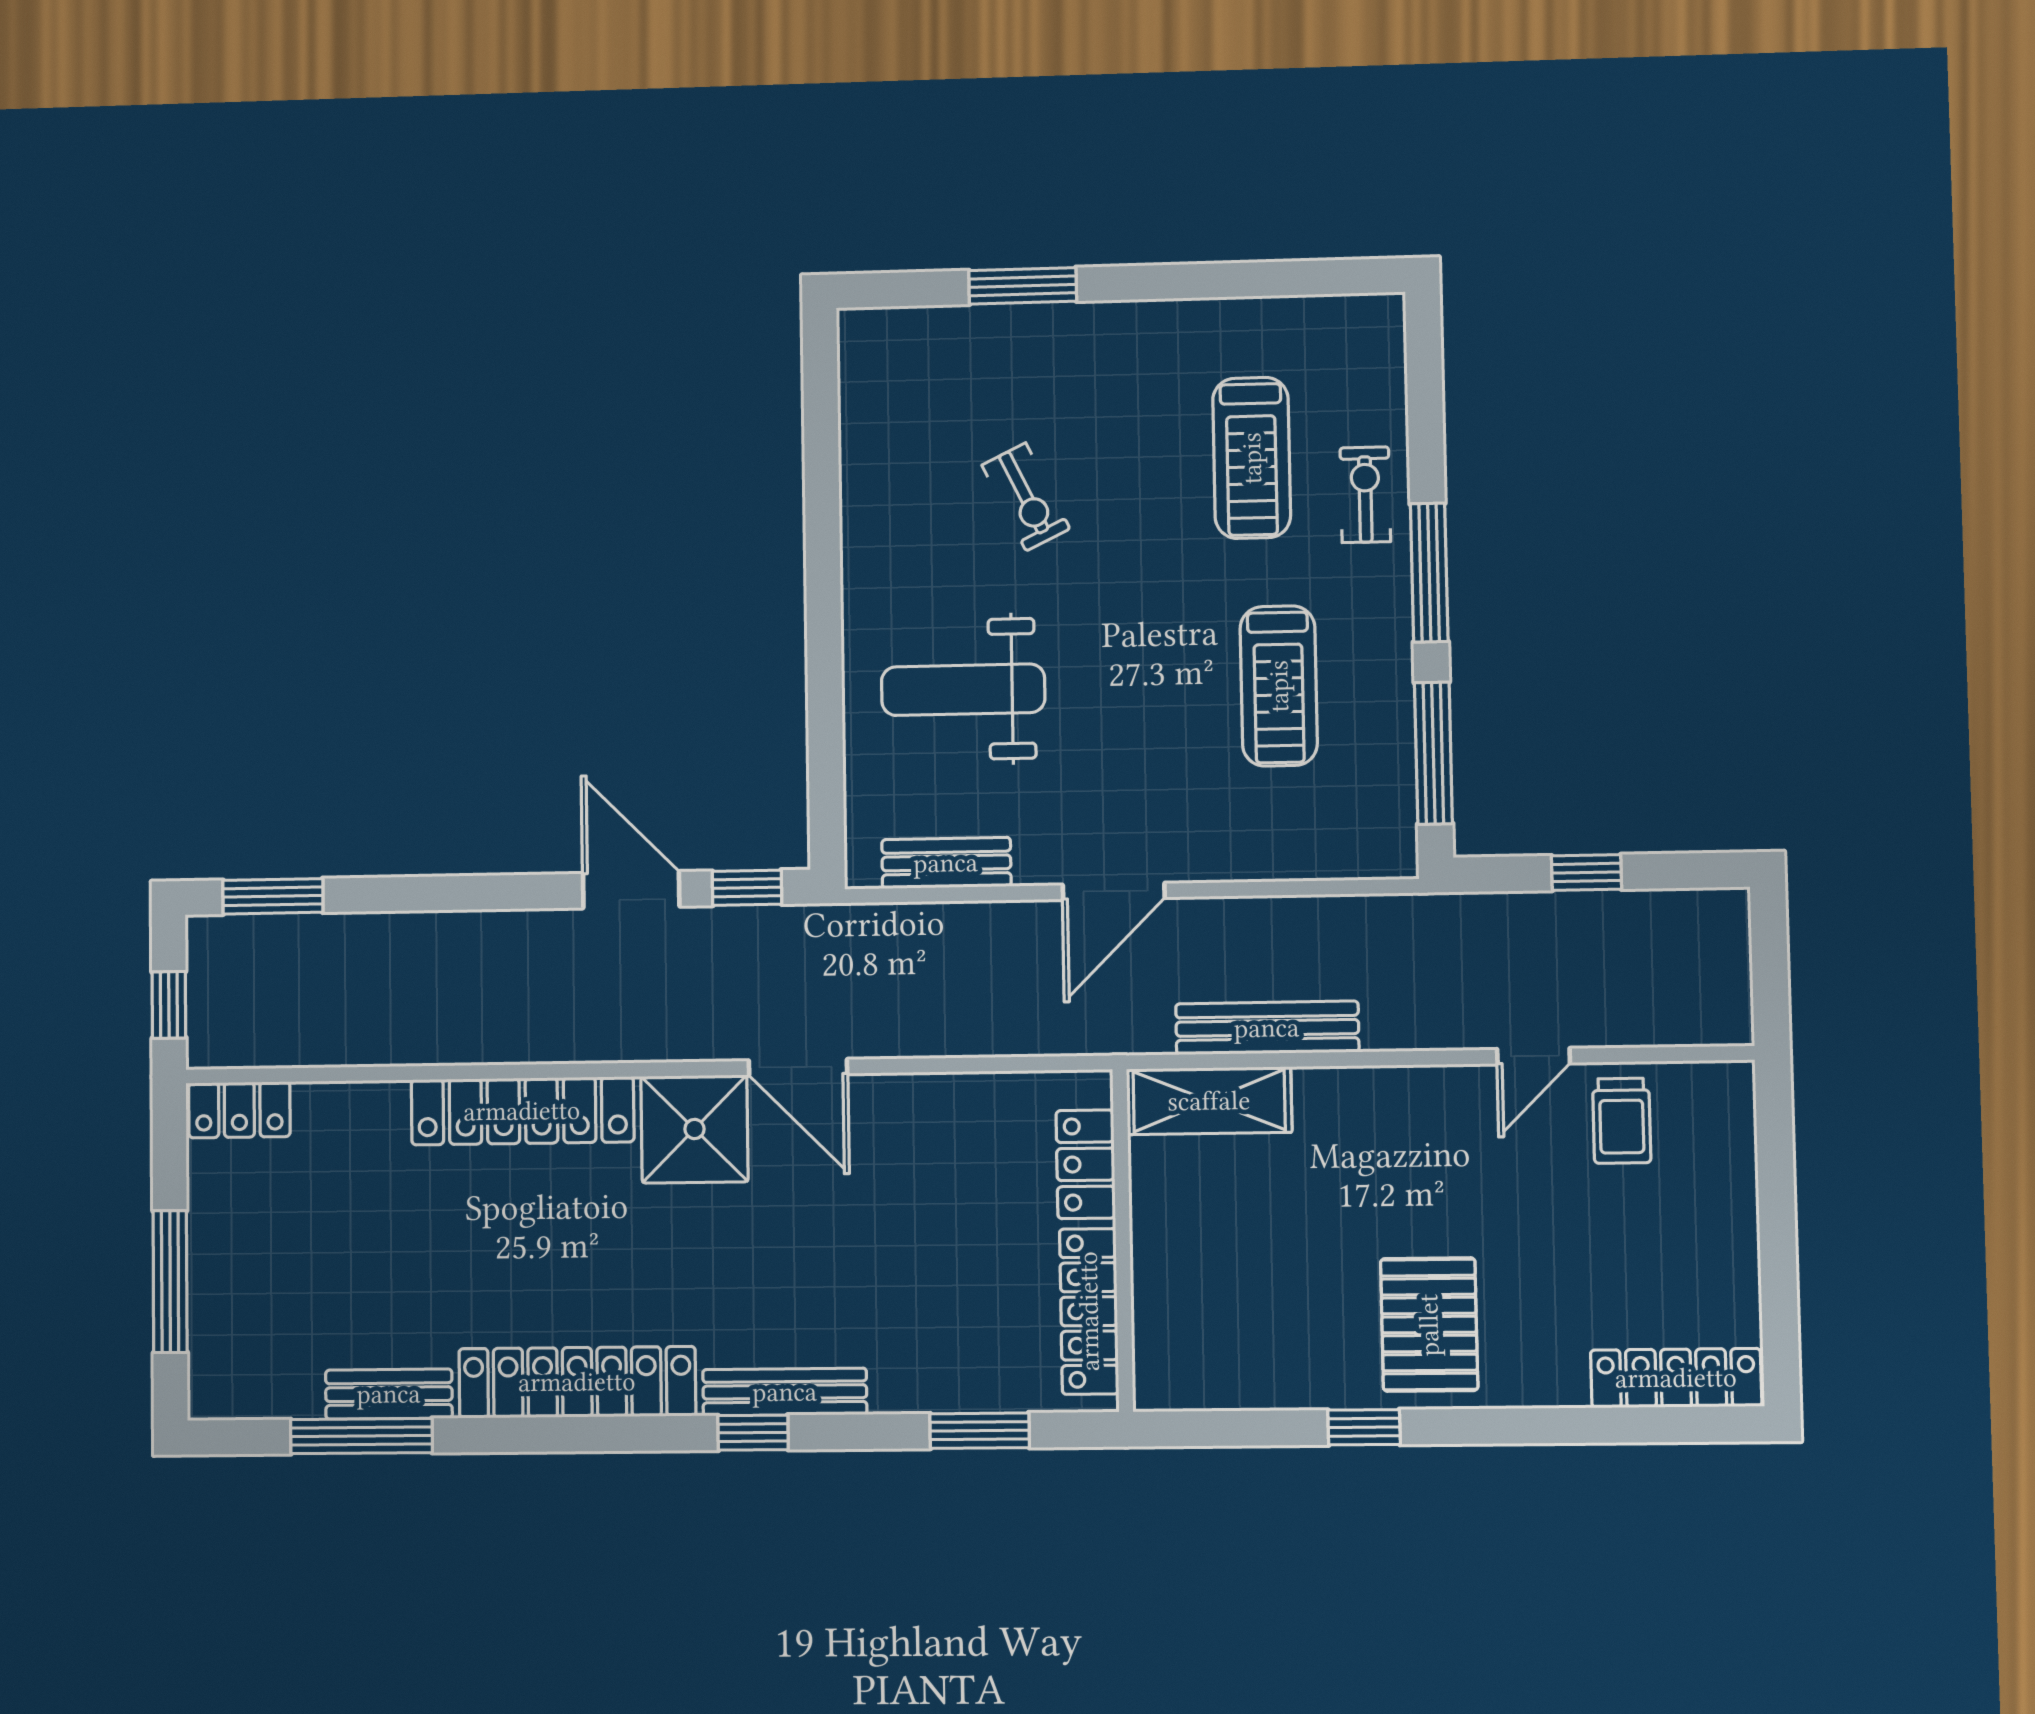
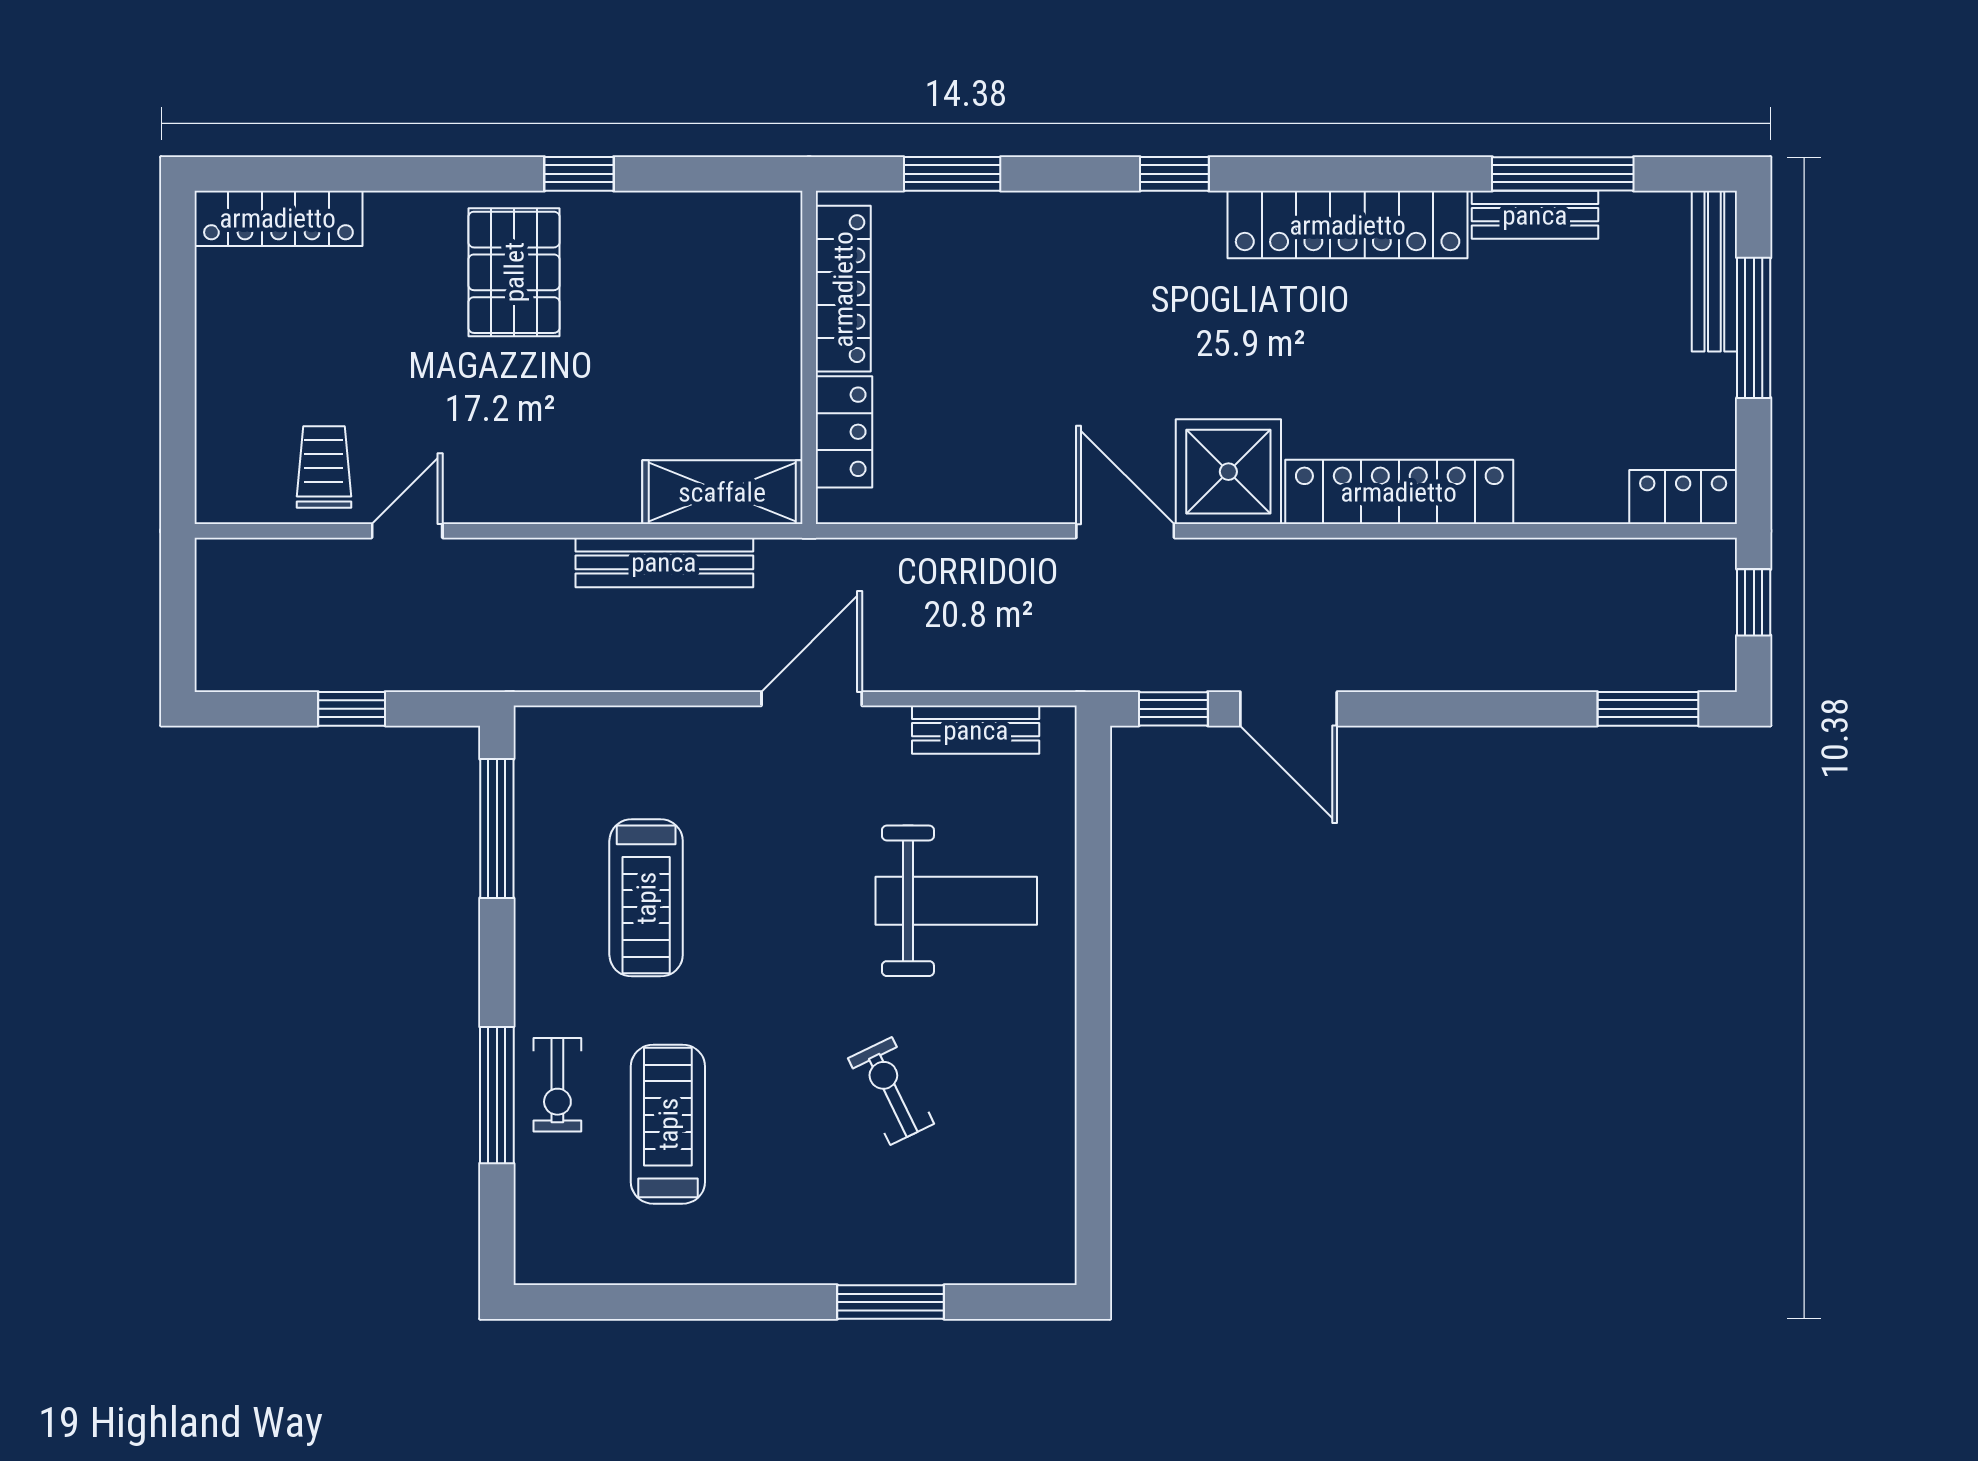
window: (1429, 573) -> (497, 1095), moved
treadmill: (1279, 686) -> (646, 898), turned 180
bench: (785, 1392) -> (1714, 271), moved, turned 90

